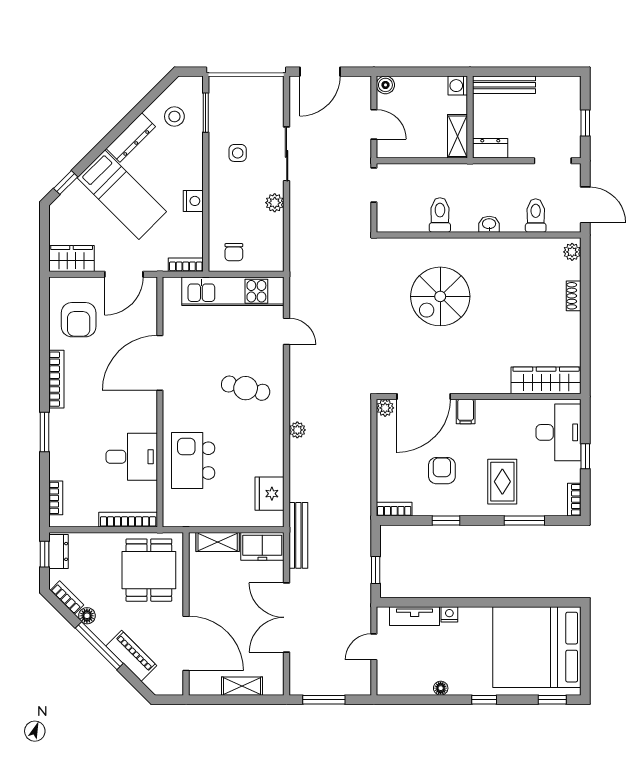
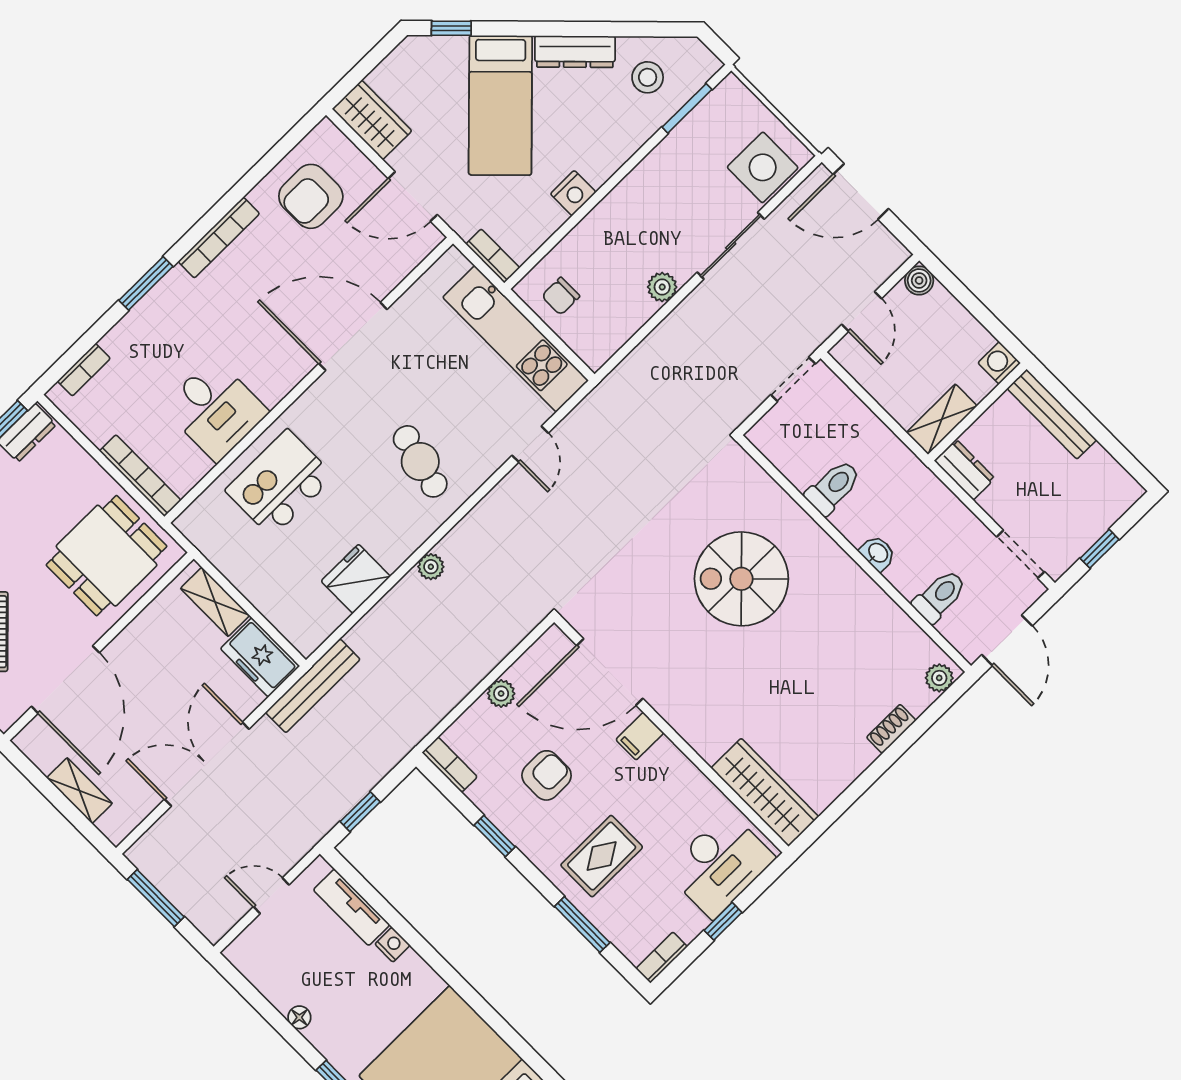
side table: (238, 153) -> (763, 167), moved, width x1.87, depth x1.87
plant: (385, 408) -> (501, 694), moved
fridge: (270, 494) -> (356, 579), moved

